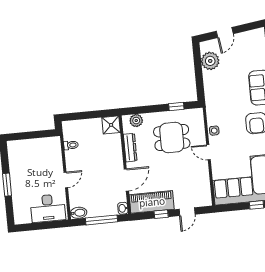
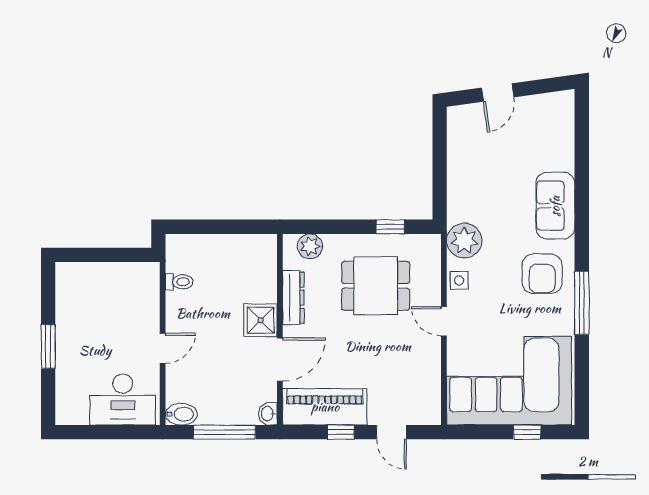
plant: (210, 61) -> (464, 241), moved
shower: (111, 125) -> (261, 320), moved
door: (187, 212) -> (391, 432), hinge flipped

